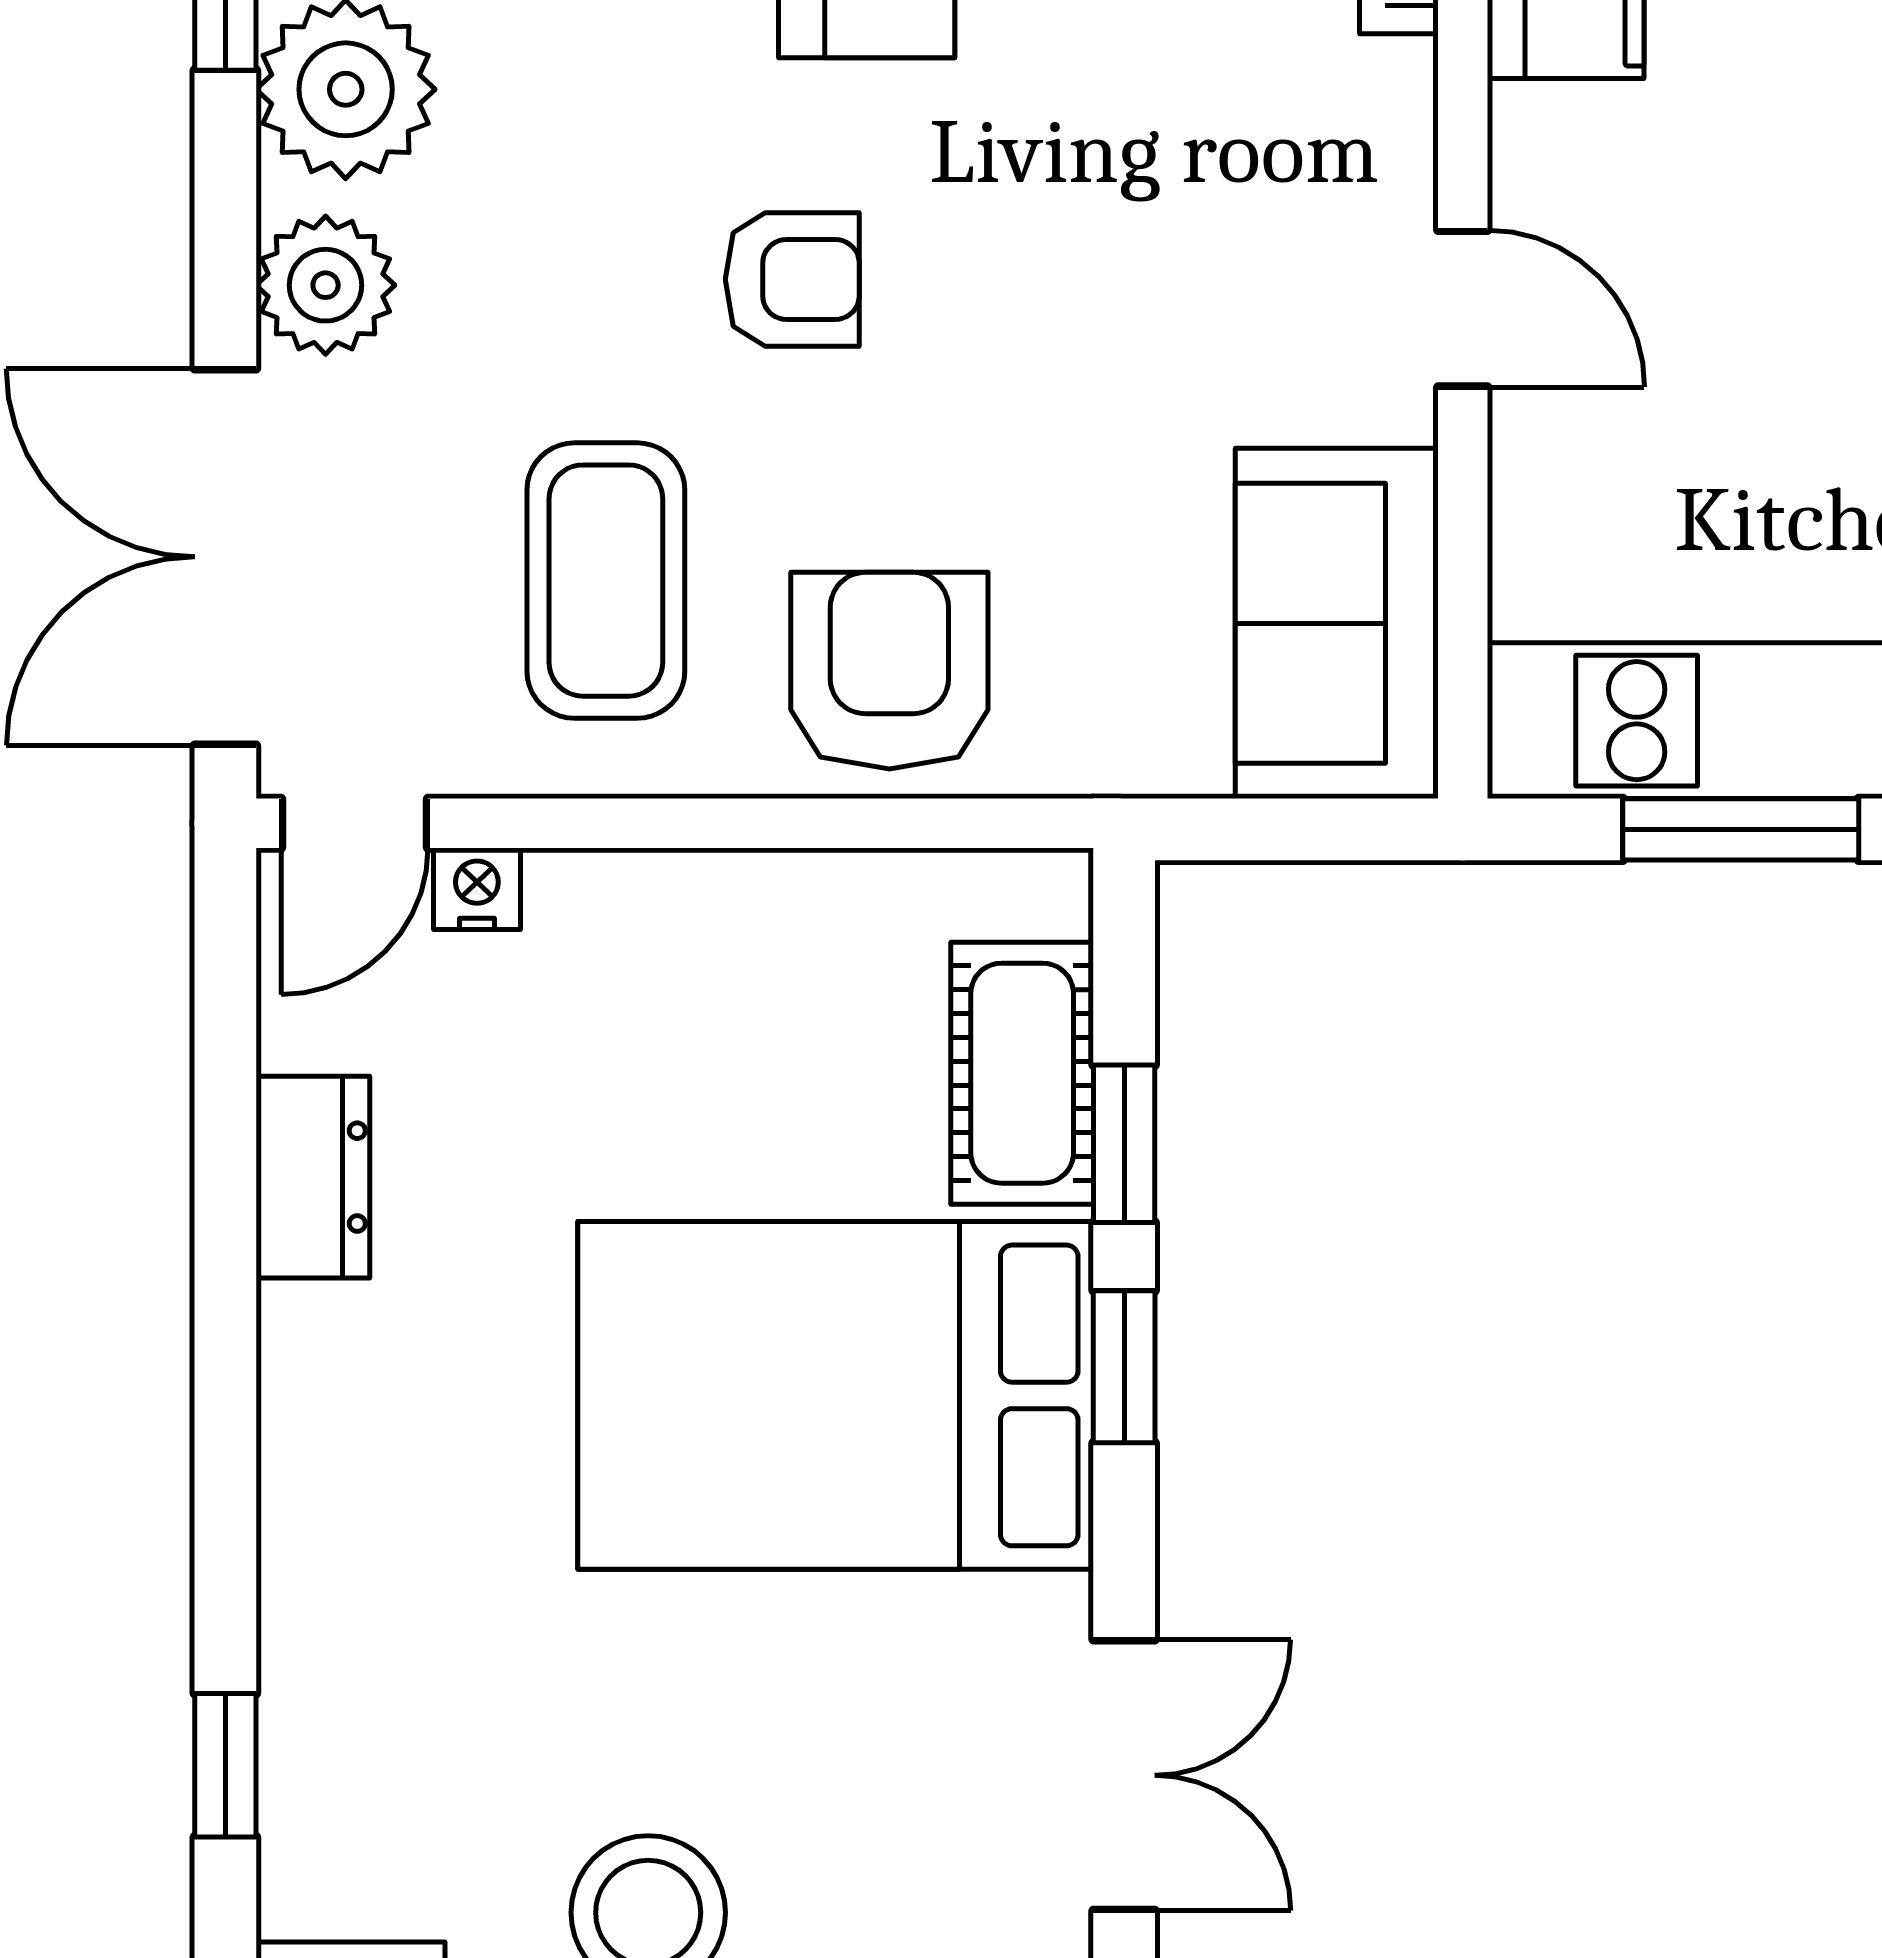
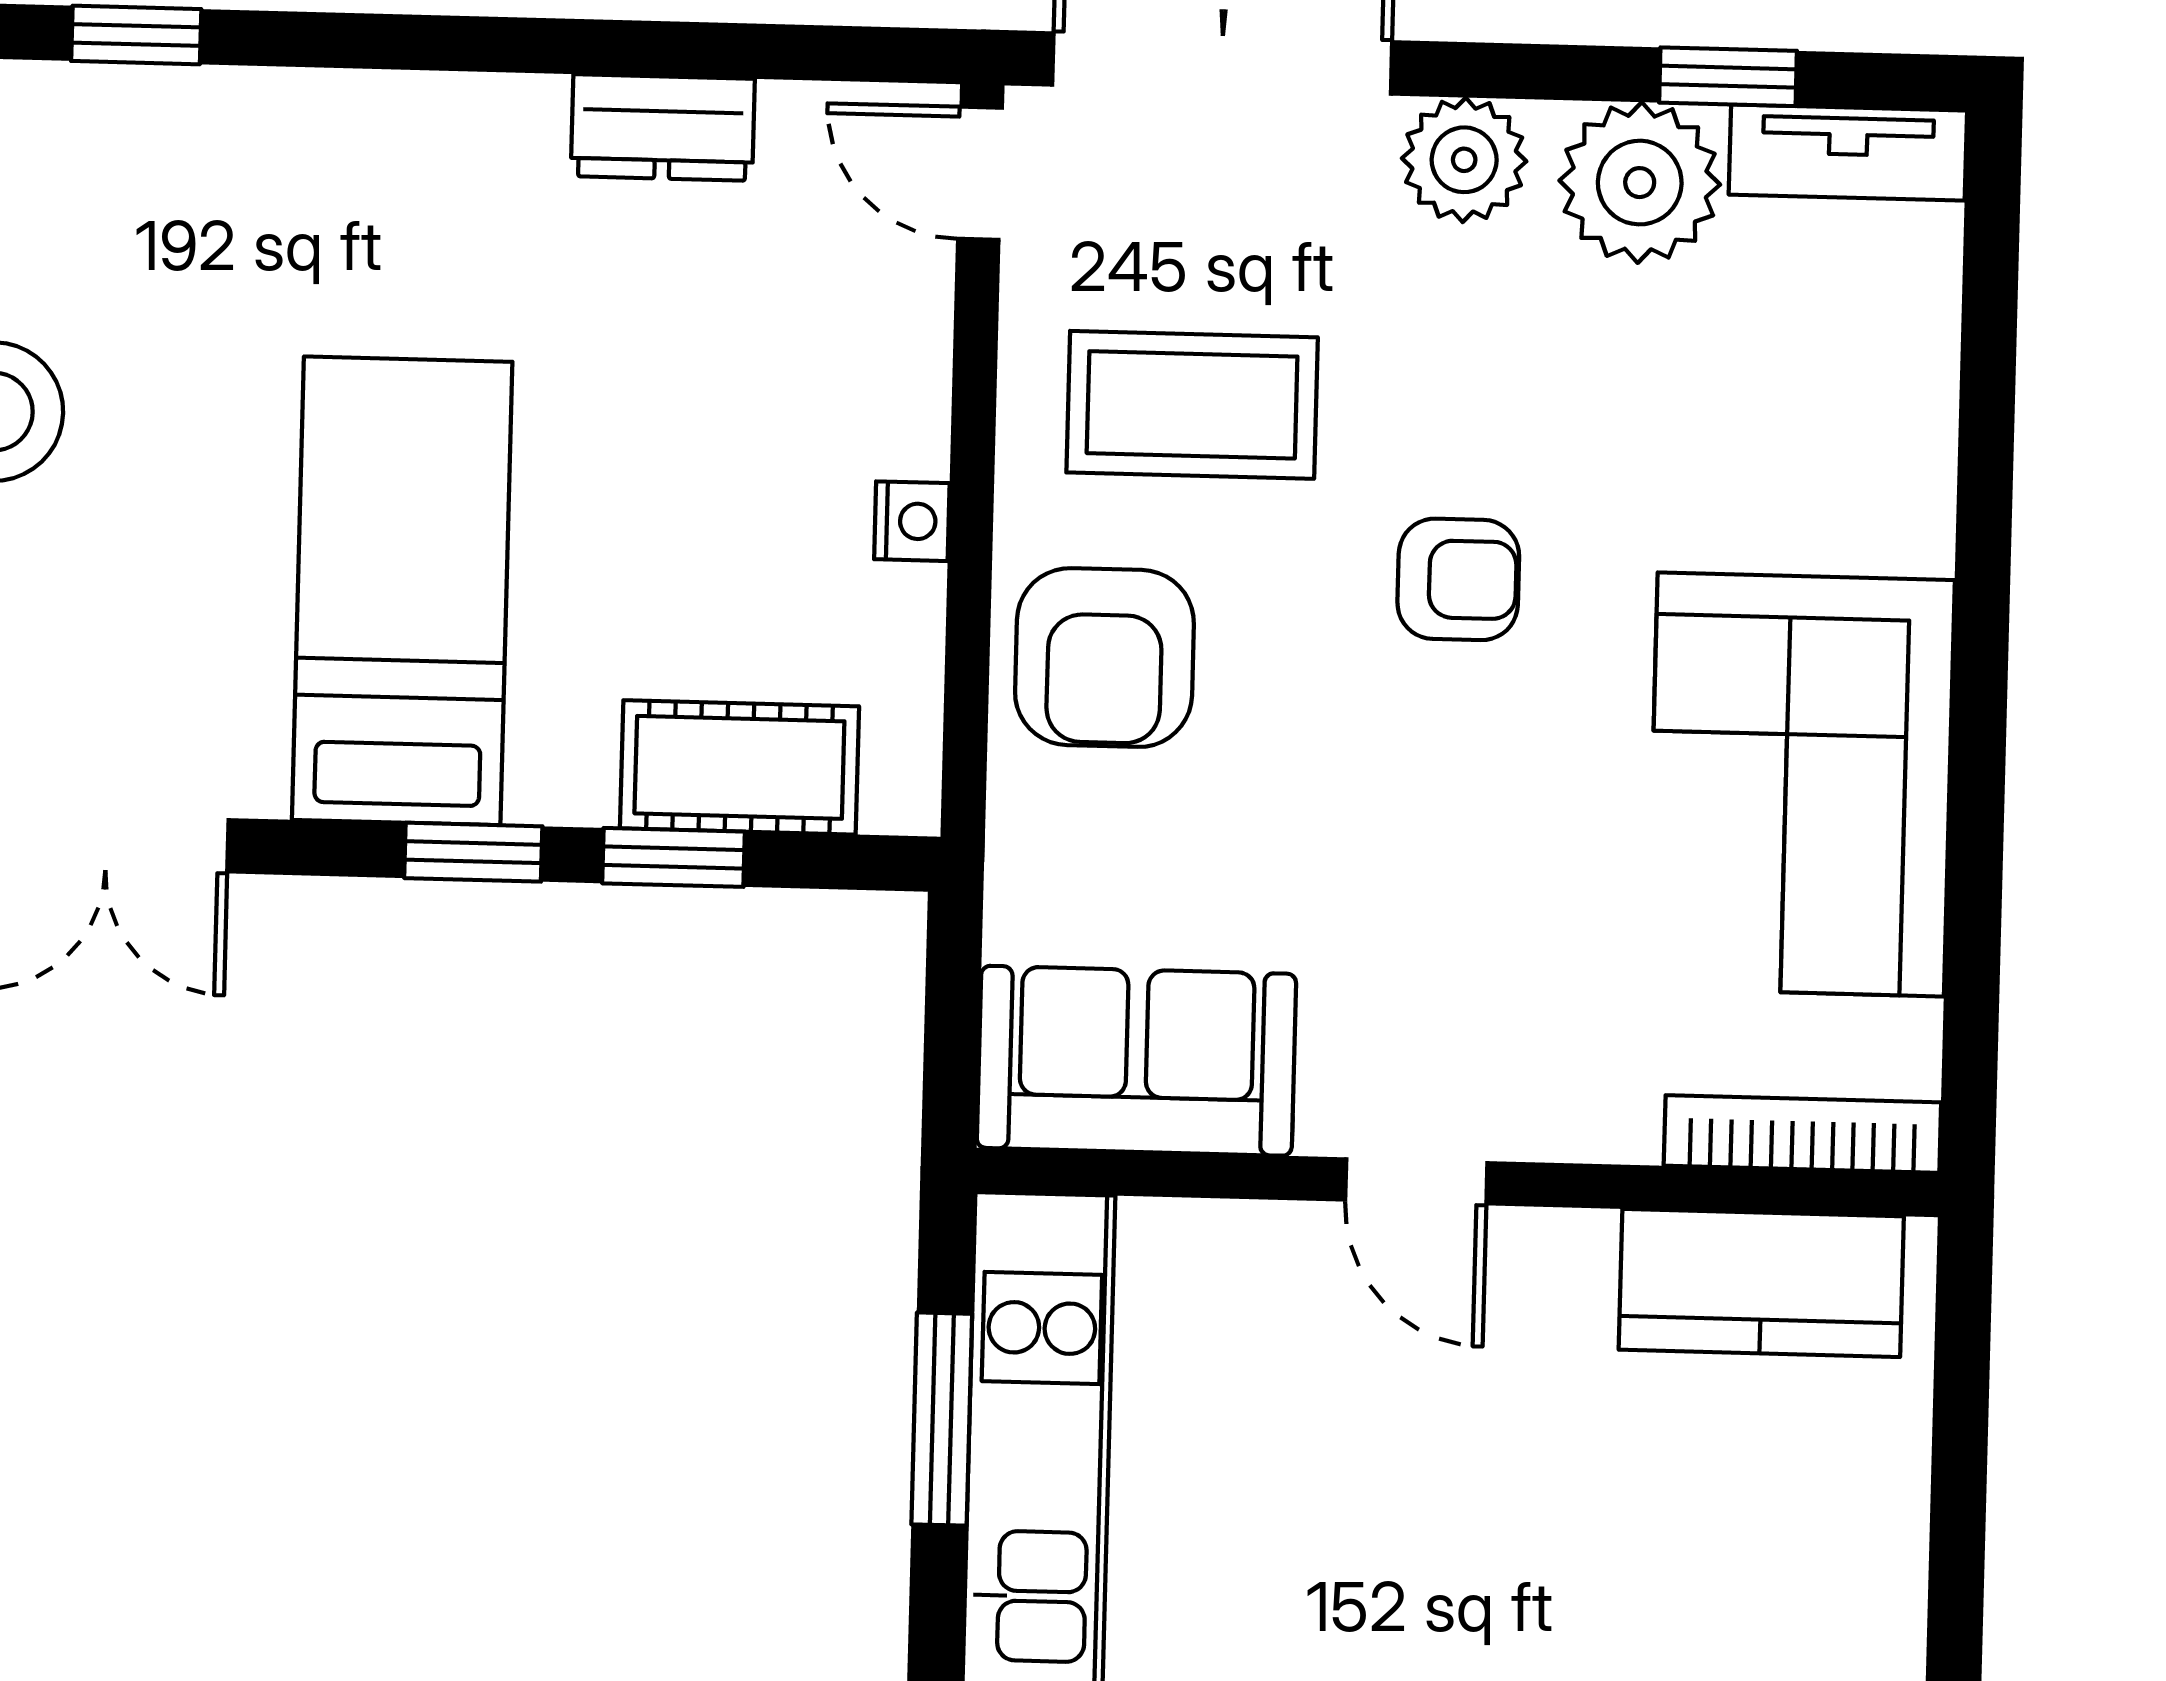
armchair: (792, 279) -> (1458, 579), turned -90
door: (1463, 309) -> (1416, 1181), hinge flipped
armchair: (889, 671) -> (1104, 658), turned 90
nightstand: (477, 889) -> (912, 521), moved
bed: (836, 1395) -> (402, 591), width x0.67

